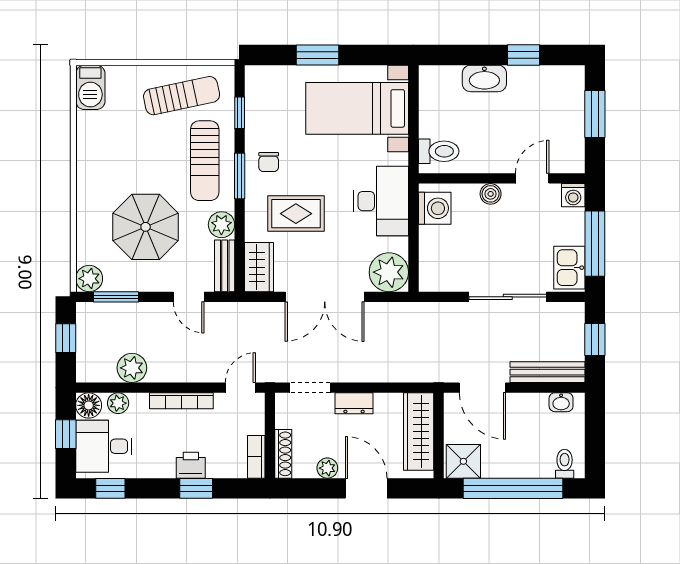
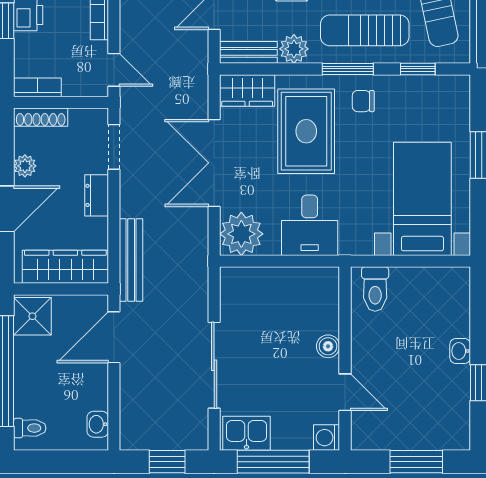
washbasin: (484, 78) -> (460, 351), width x0.52, depth x0.69
desk: (381, 201) -> (310, 225), width x0.73
washing machine: (435, 208) -> (312, 285), removed
rug: (296, 214) -> (306, 131), width x1.36, depth x1.43
bench: (547, 372) -> (131, 260), moved

